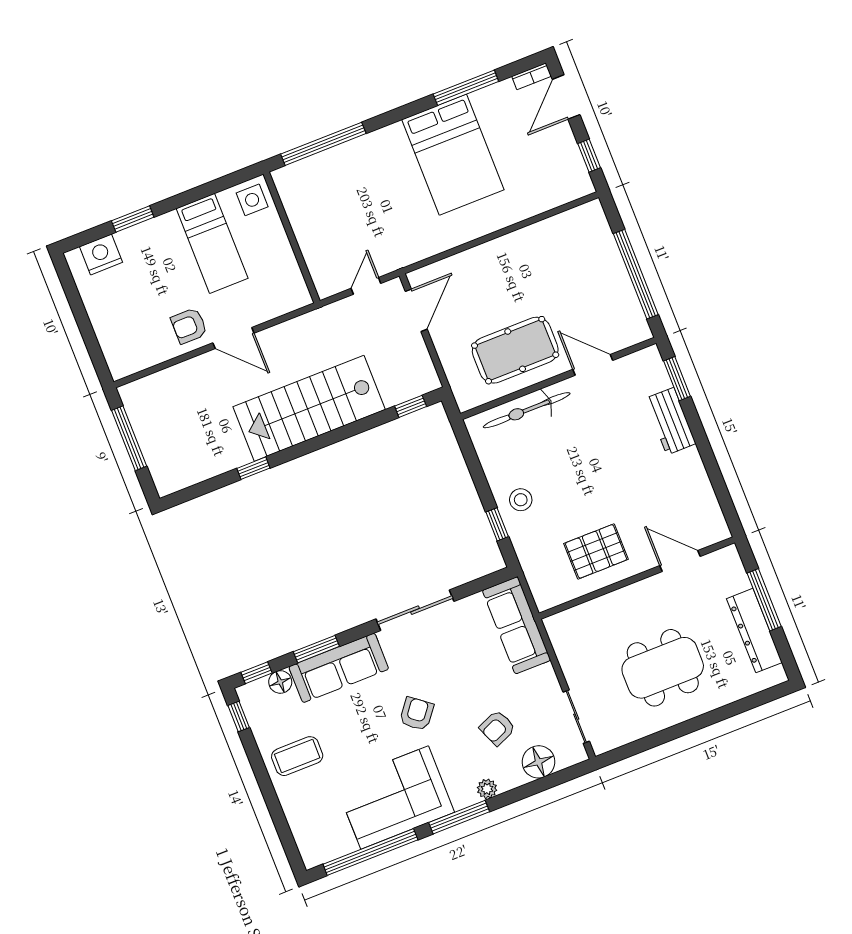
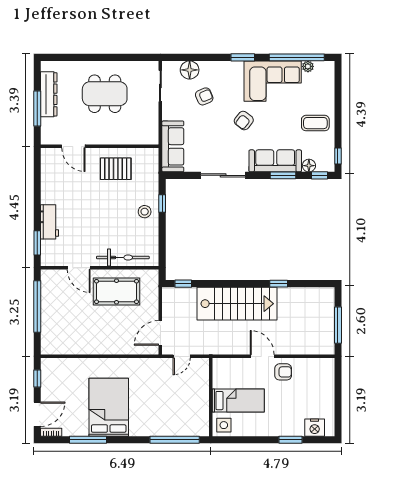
bed: (212, 243) -> (238, 401), moved, turned 90
plant: (487, 789) -> (308, 66), moved
window: (459, 817) -> (243, 57), width x0.69

